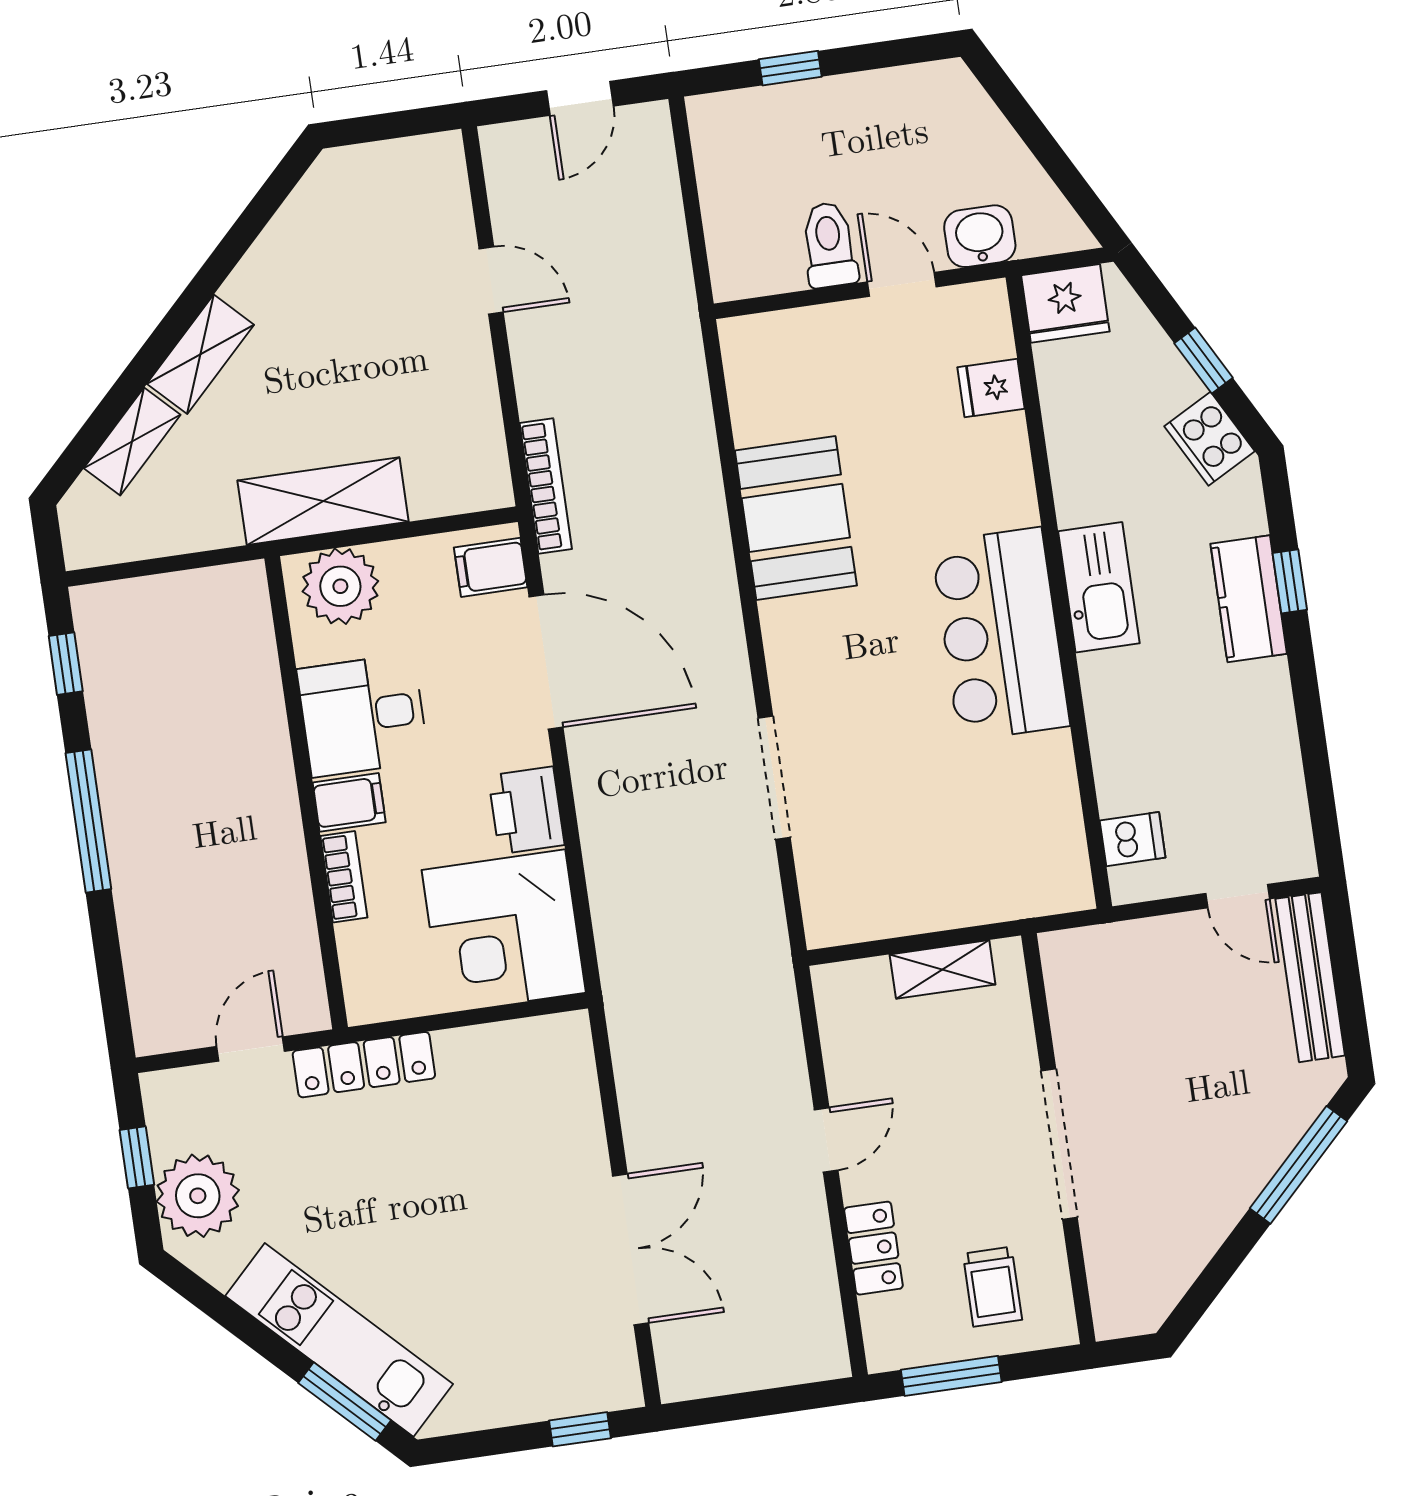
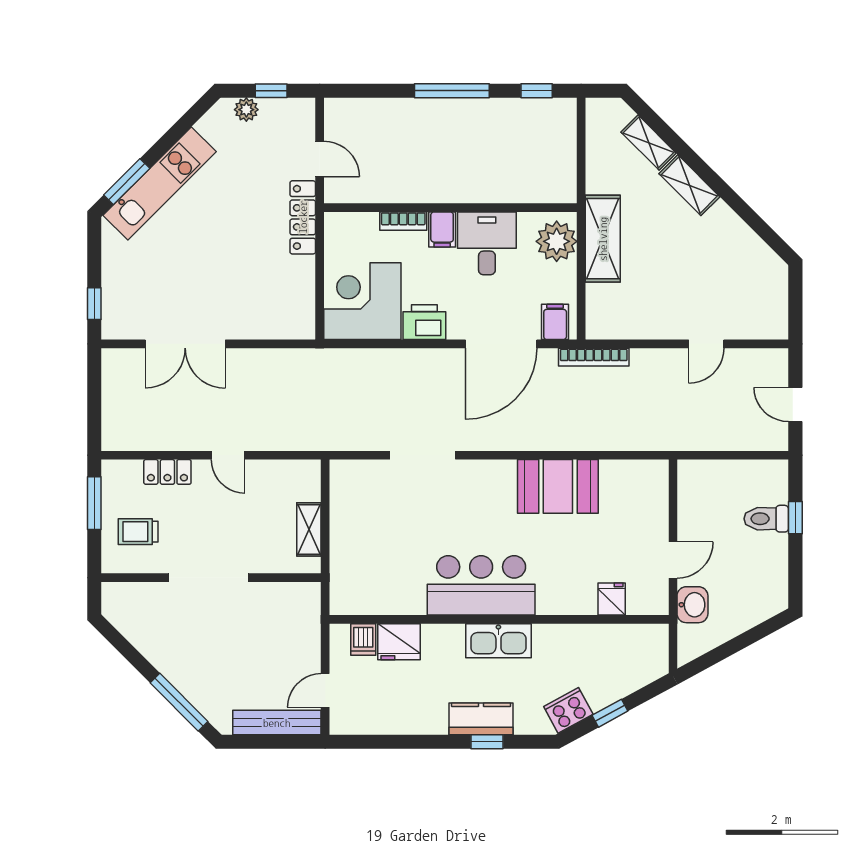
toilet: (829, 245) -> (766, 519), moved, turned 180
fridge: (1065, 303) -> (399, 642), moved, turned -90
plant: (198, 1196) -> (246, 110), width x0.53, depth x0.53

